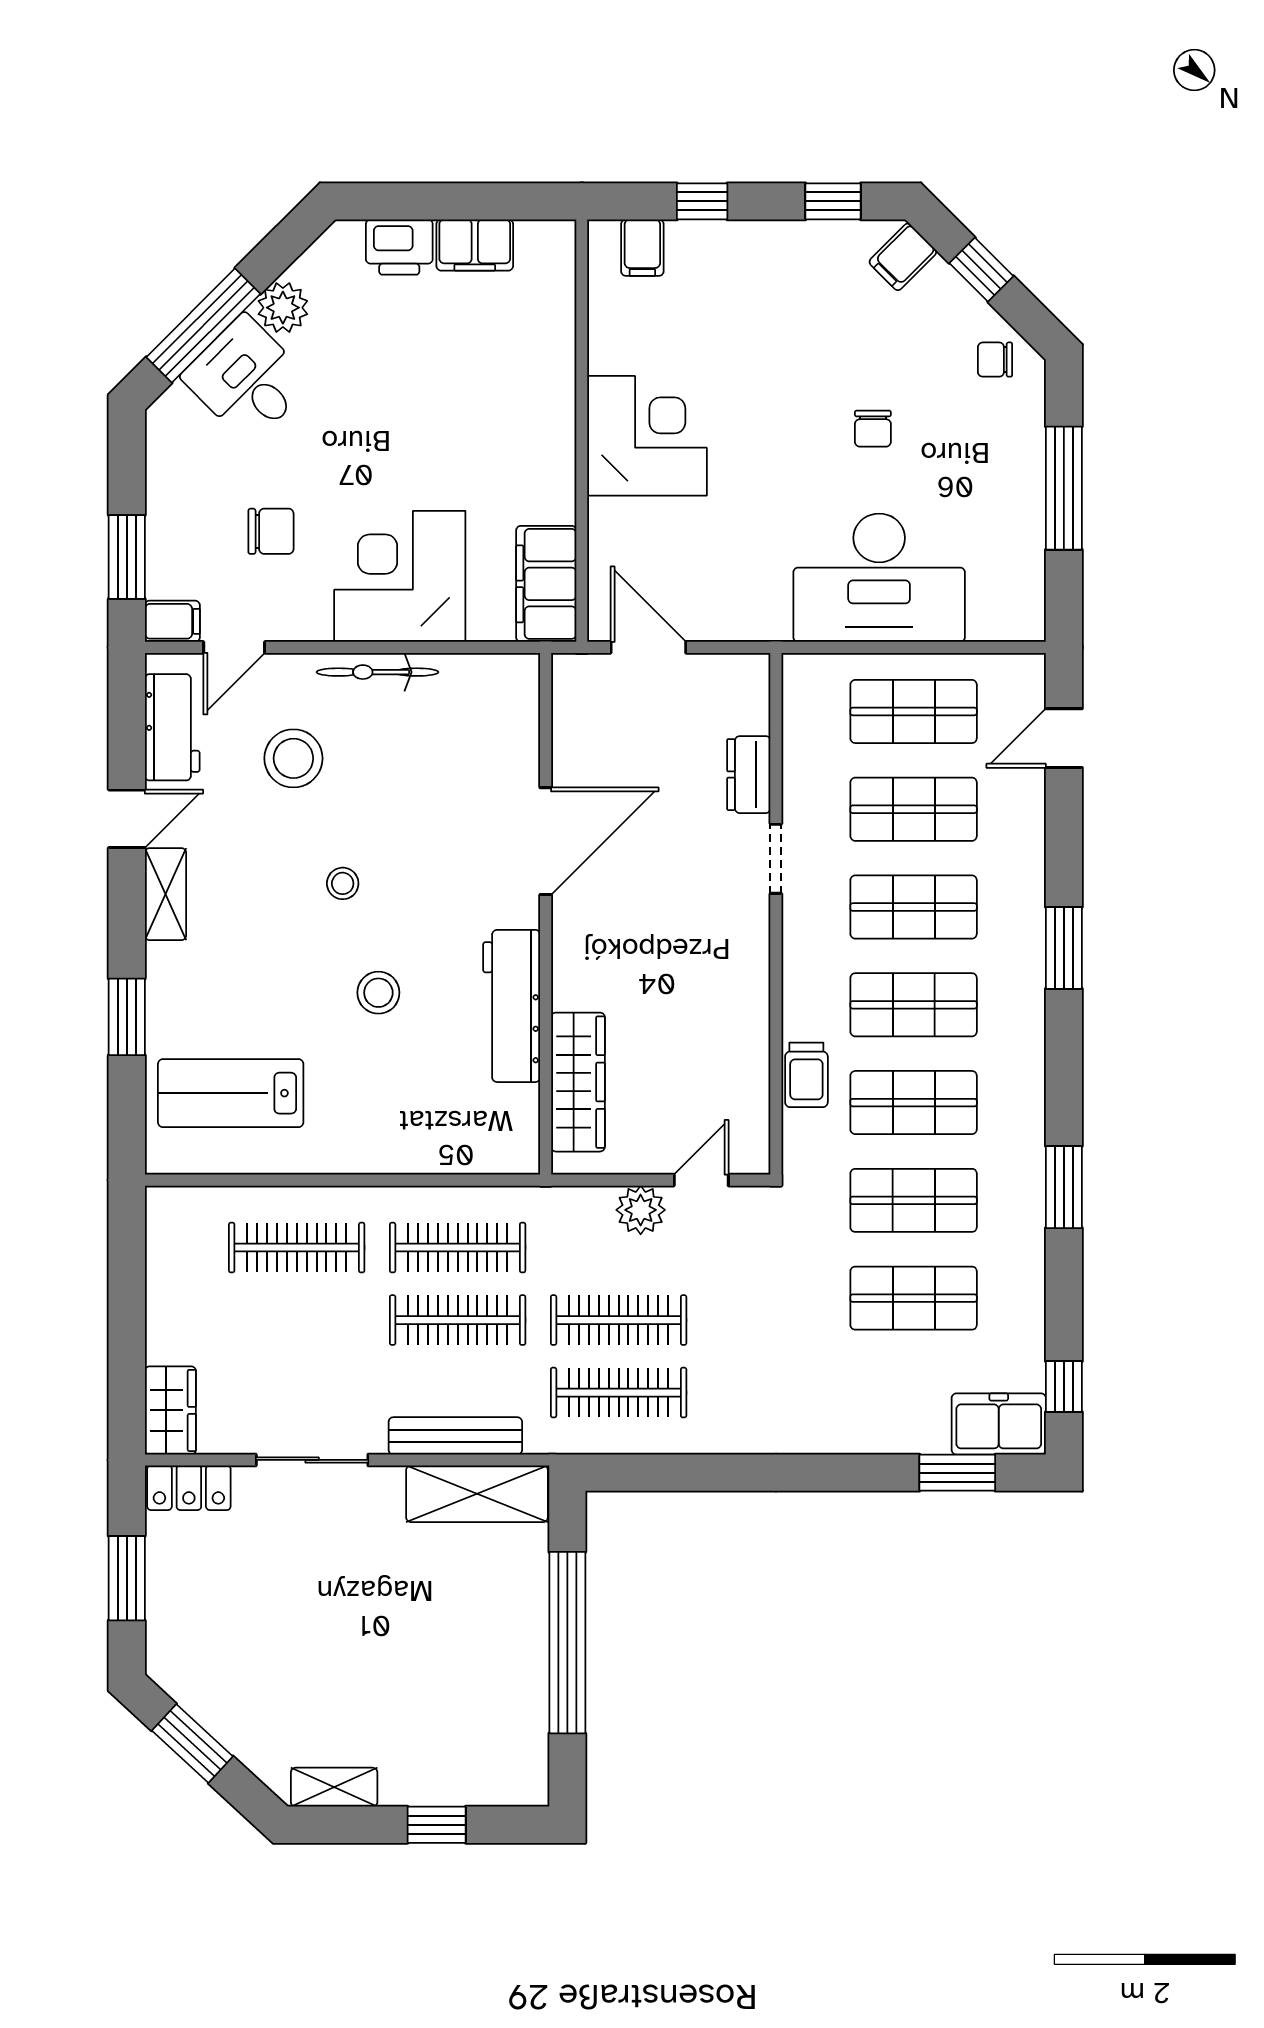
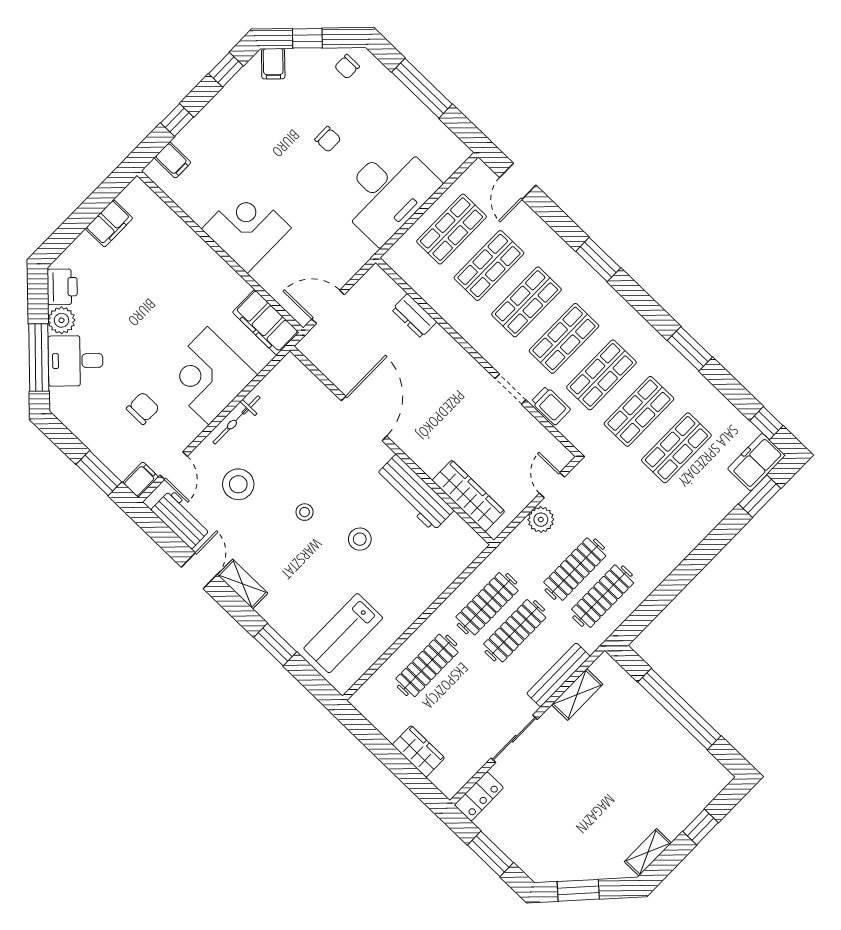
printer: (399, 247) -> (62, 287), moved, turned -45
doorway: (776, 859) -> (511, 389), moved
wardrobe: (170, 1410) -> (418, 751), moved
shelving: (477, 1494) -> (577, 694), width x0.67, depth x0.75

